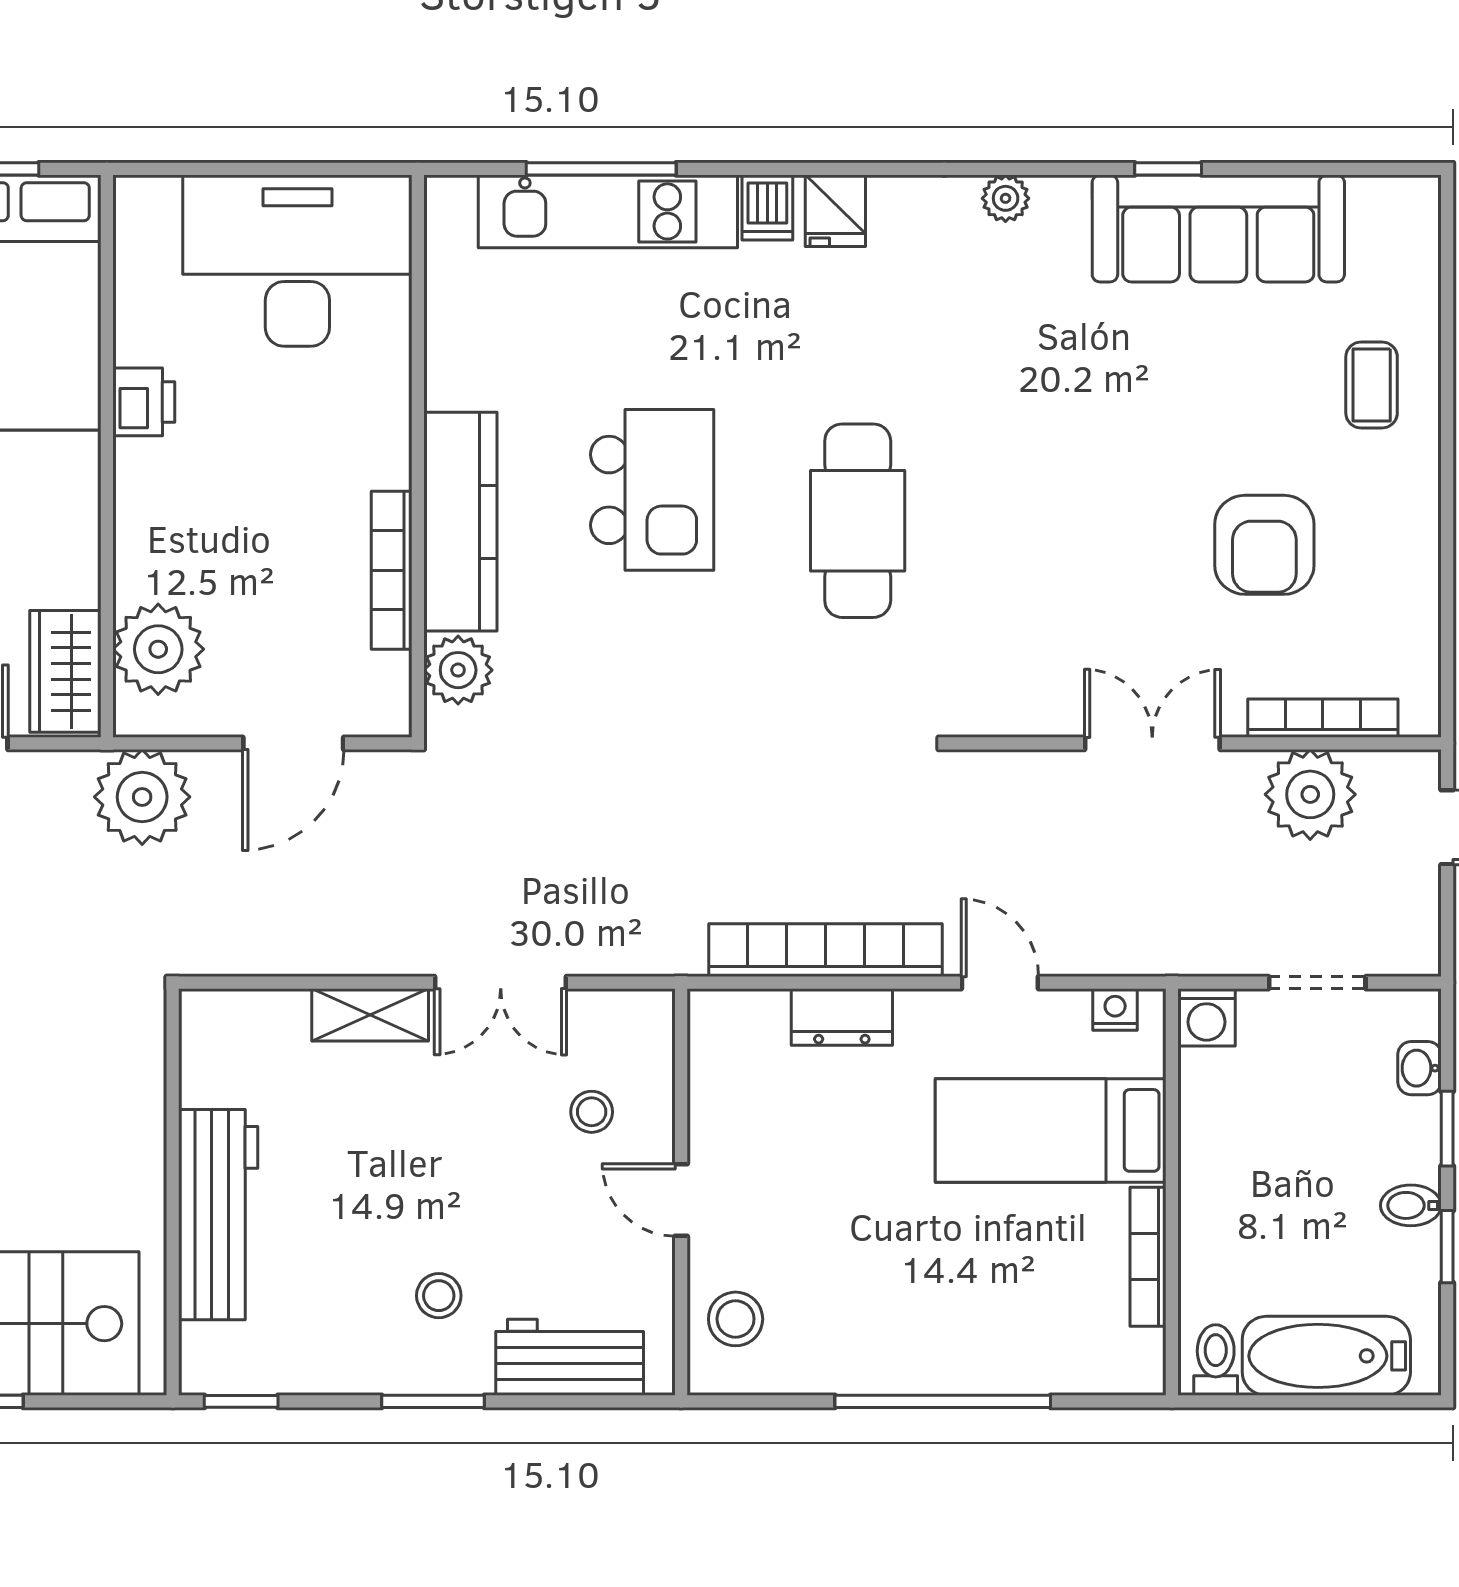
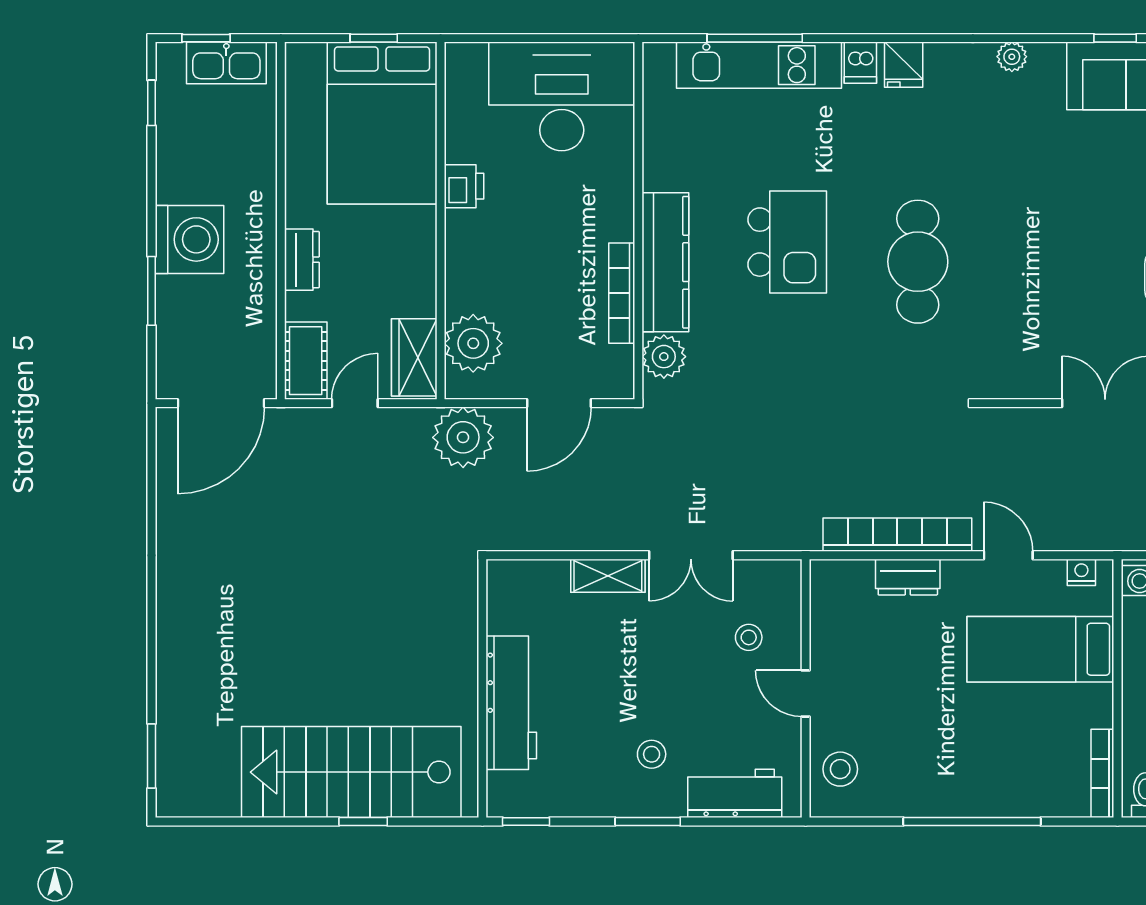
bookcase: (1148, 1257) -> (1102, 773), moved

